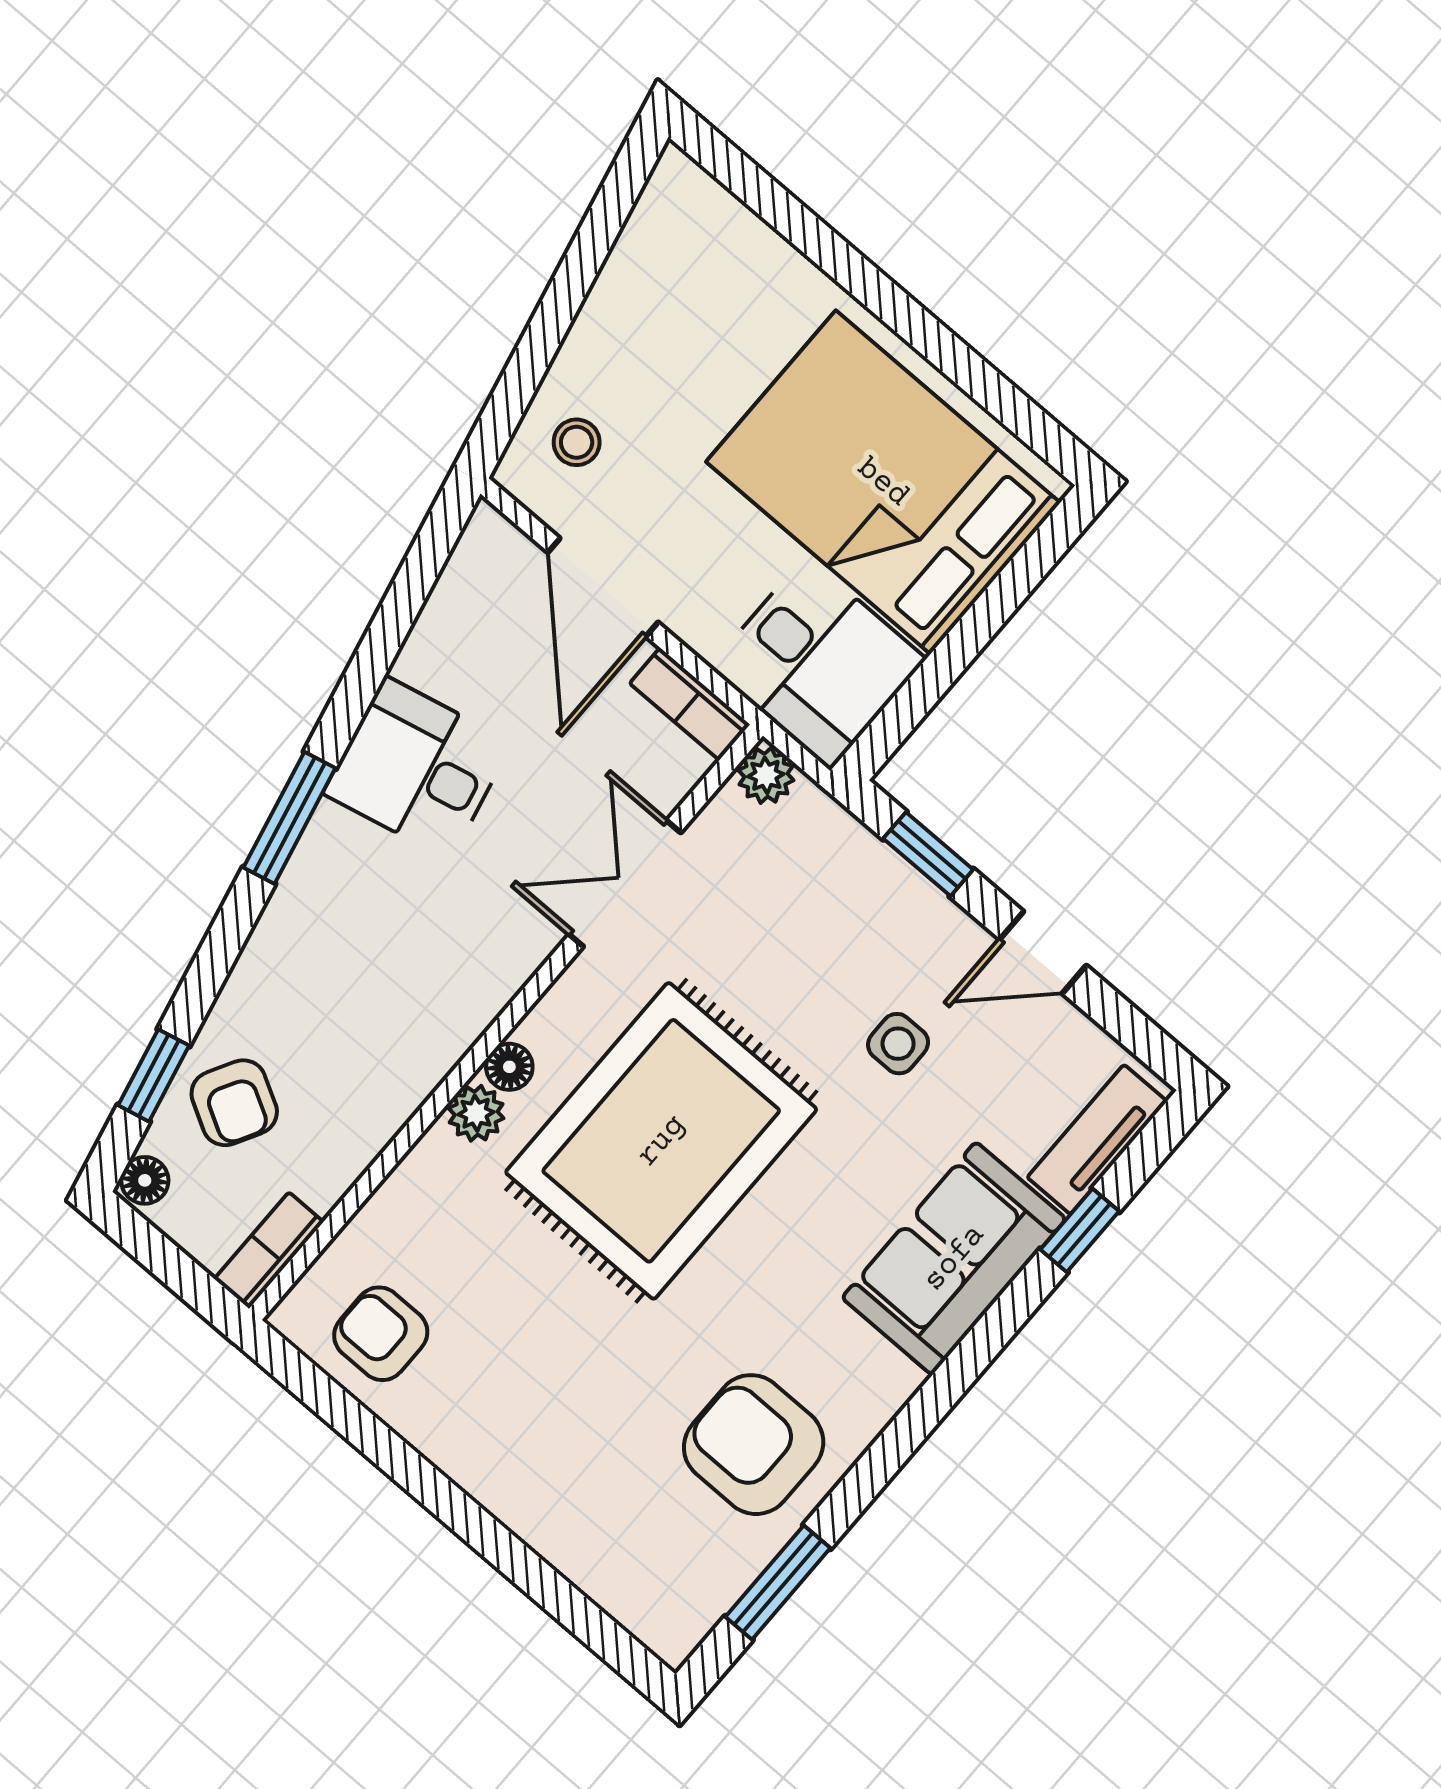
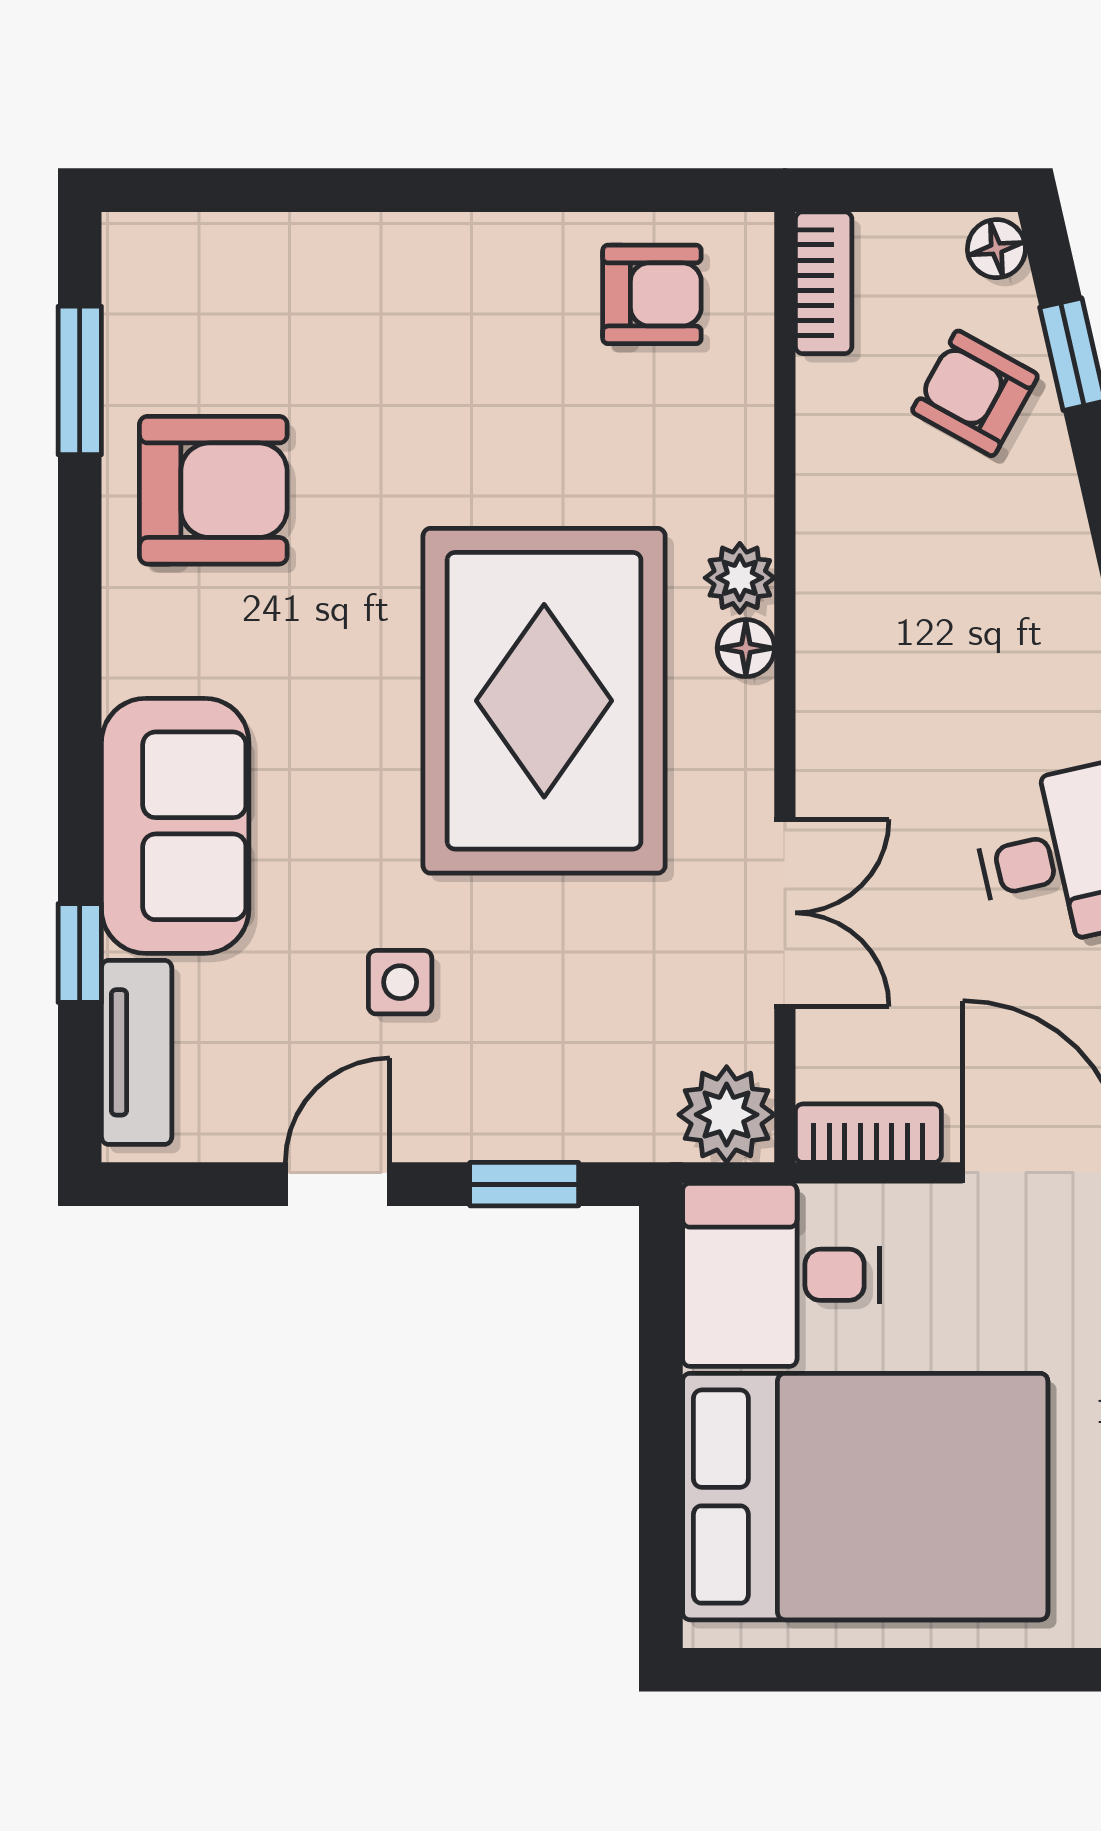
plant: (766, 775) -> (727, 1115), width x1.38, depth x1.38

